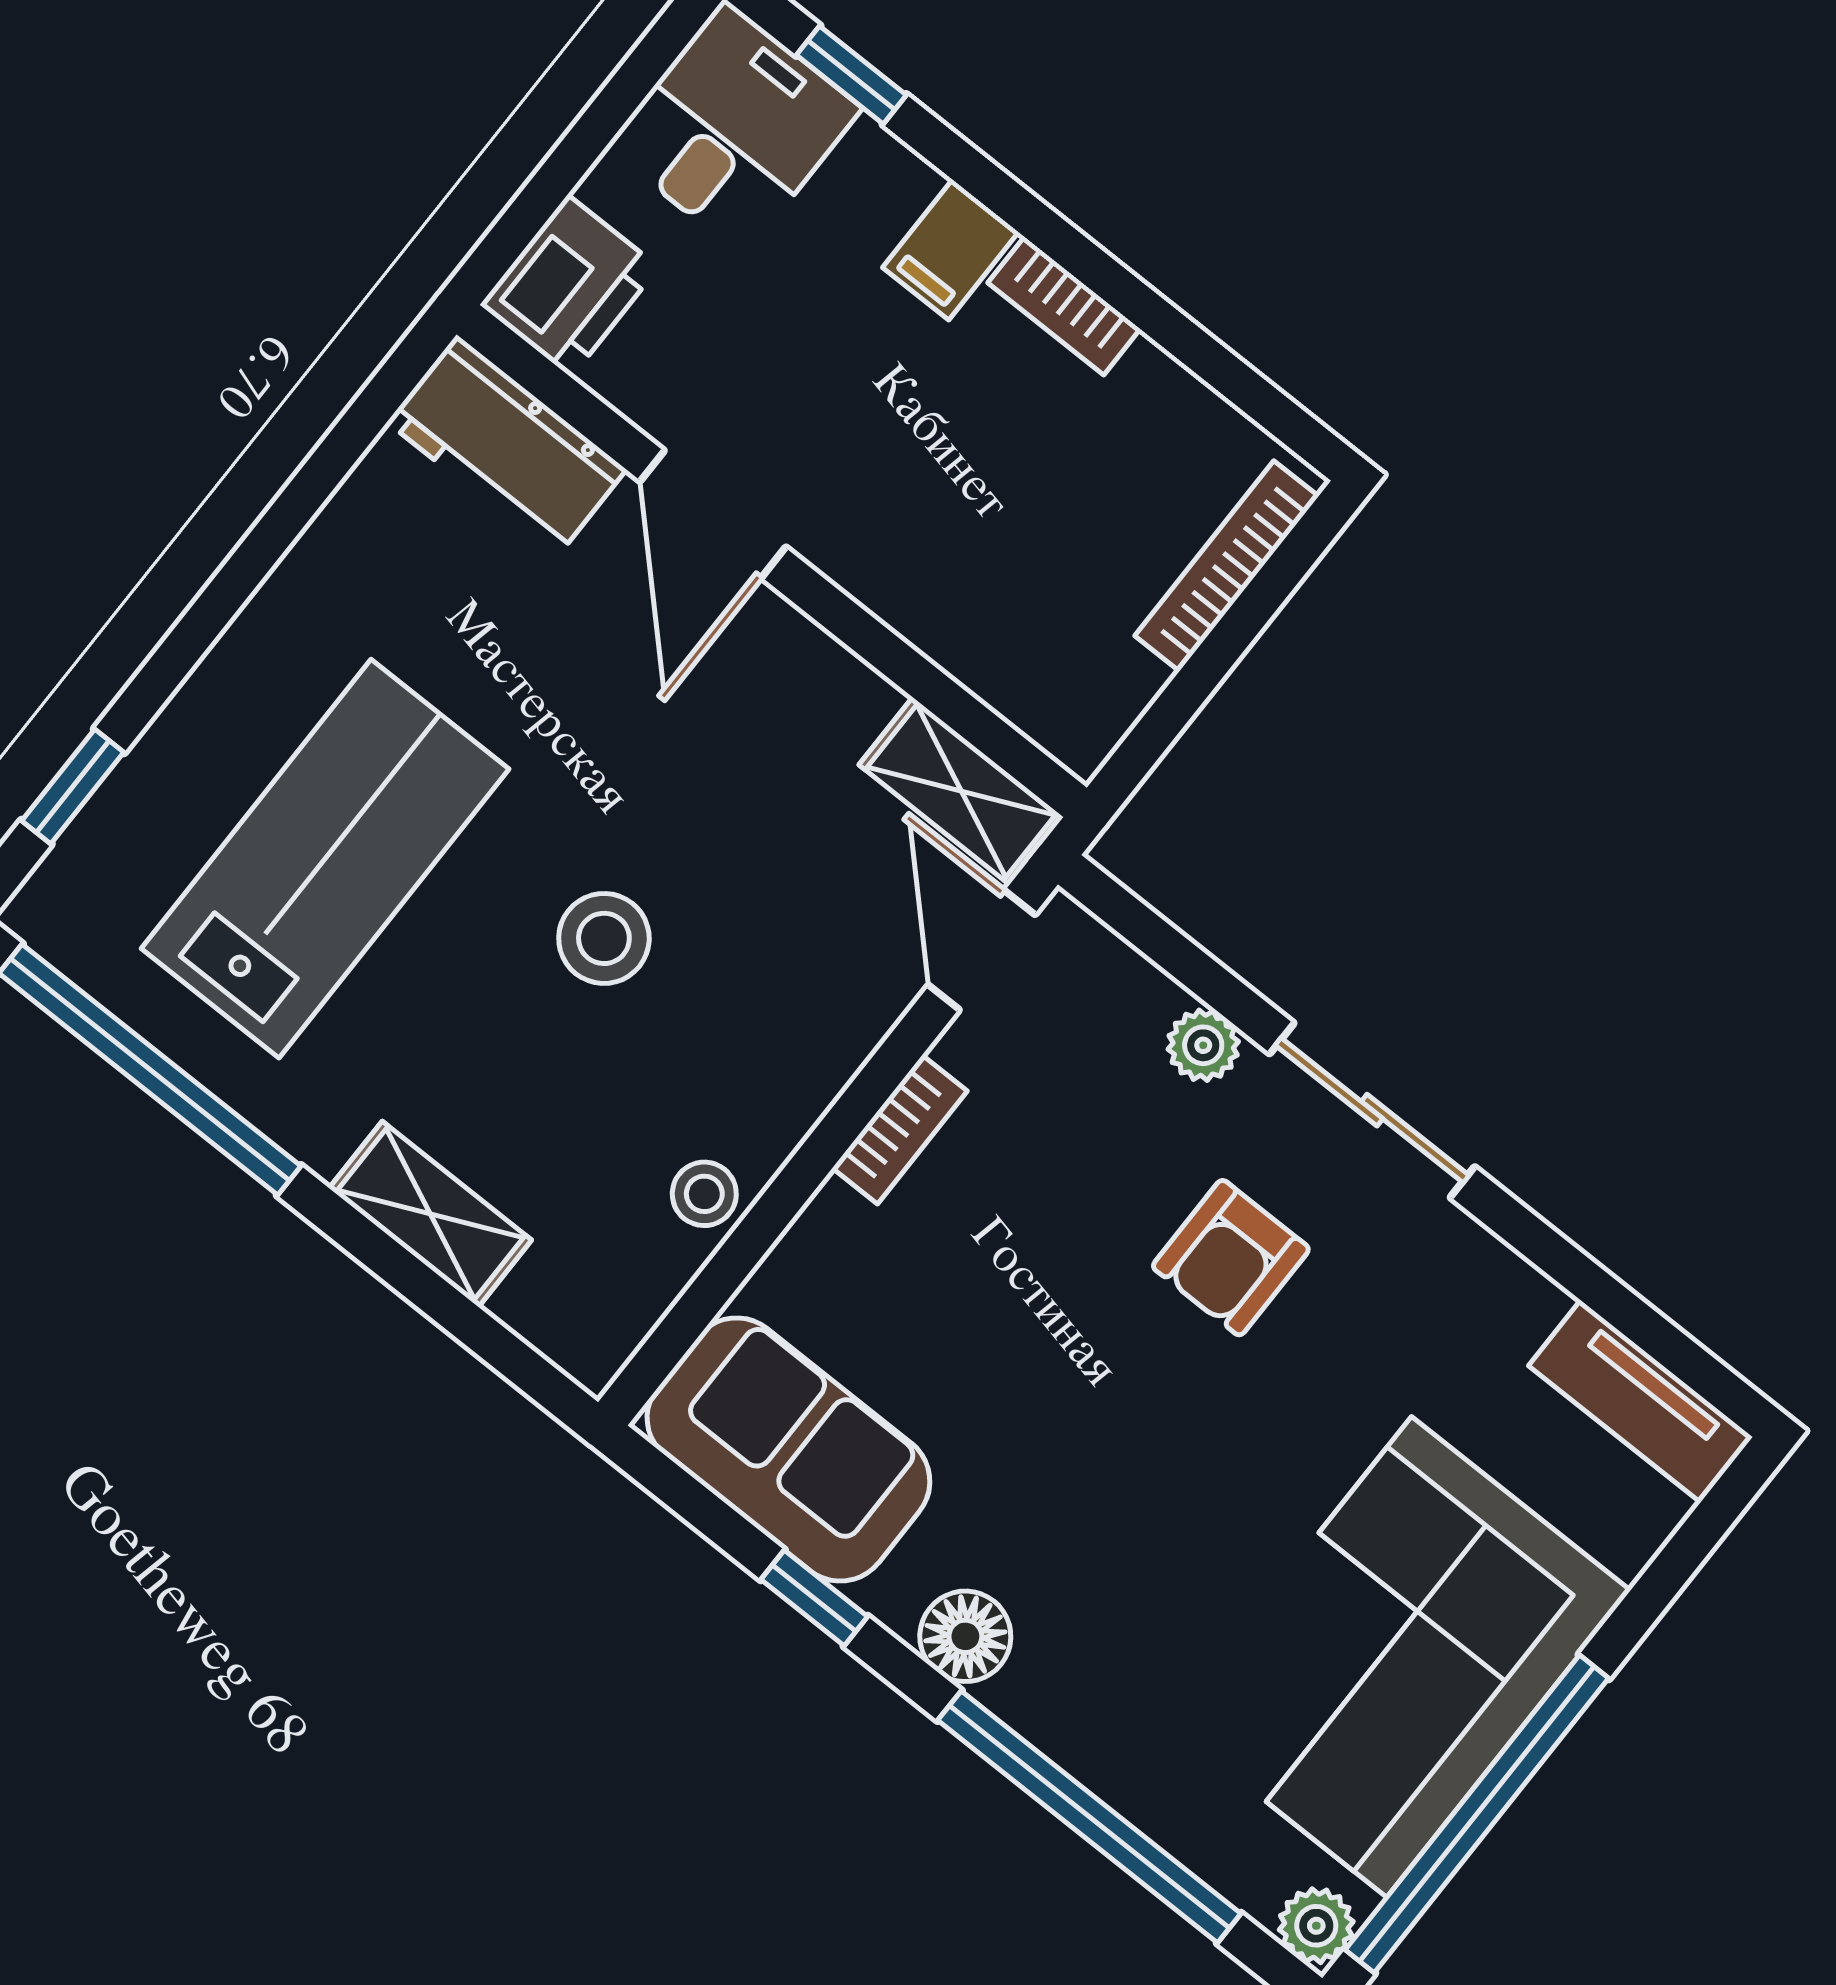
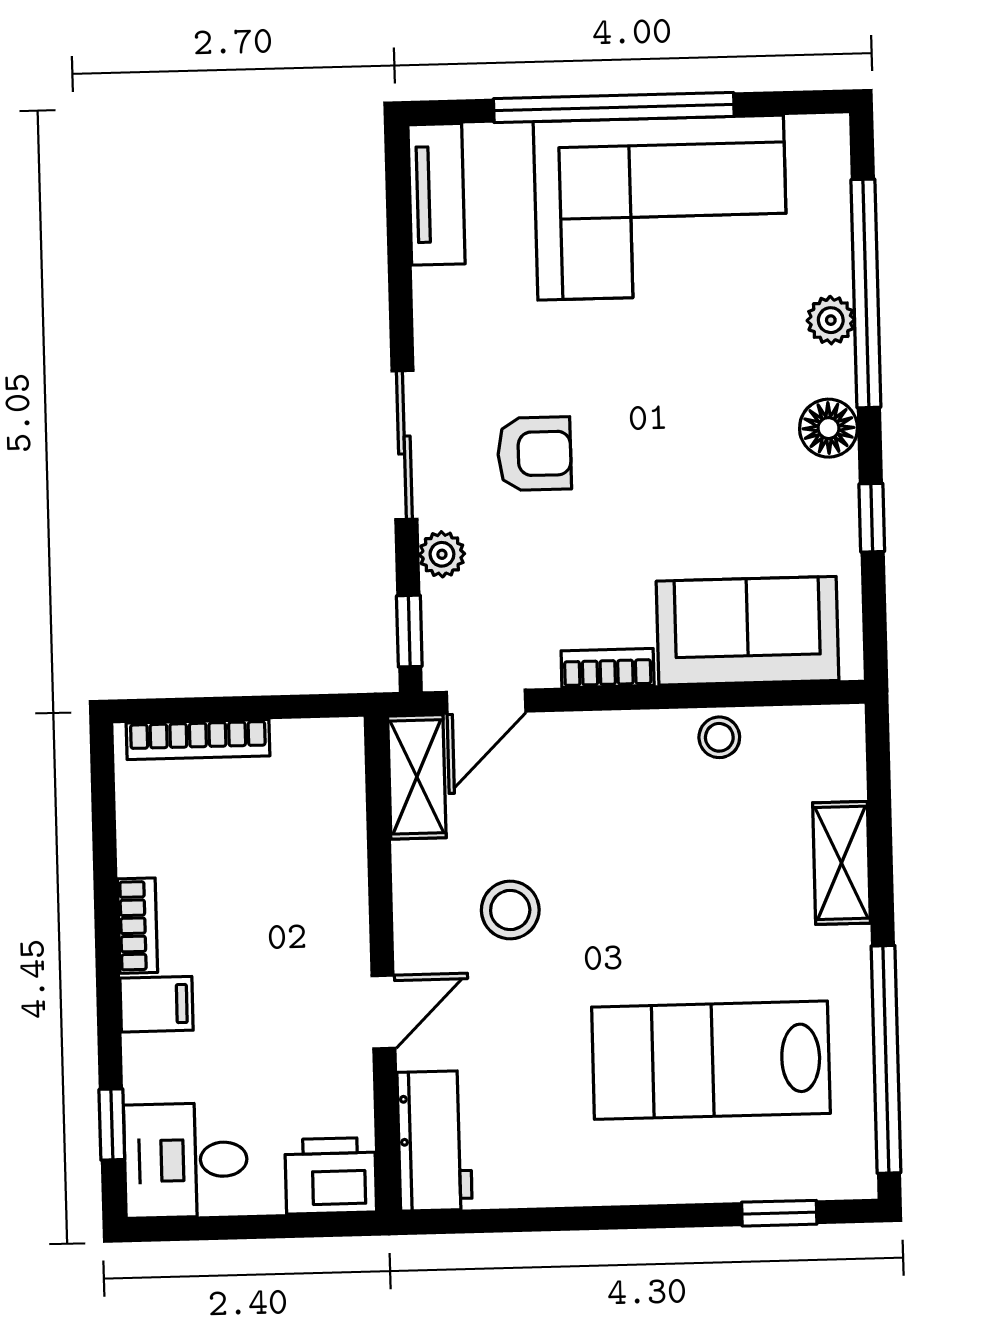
door: (713, 514) -> (383, 1012), width x0.73
window: (1144, 929) -> (409, 631), added
stool: (604, 938) -> (510, 910), moved
sofa: (788, 1449) -> (748, 631), moved, turned 90
window: (1477, 1814) -> (614, 108), moved
plant: (1316, 1926) -> (831, 320), moved

